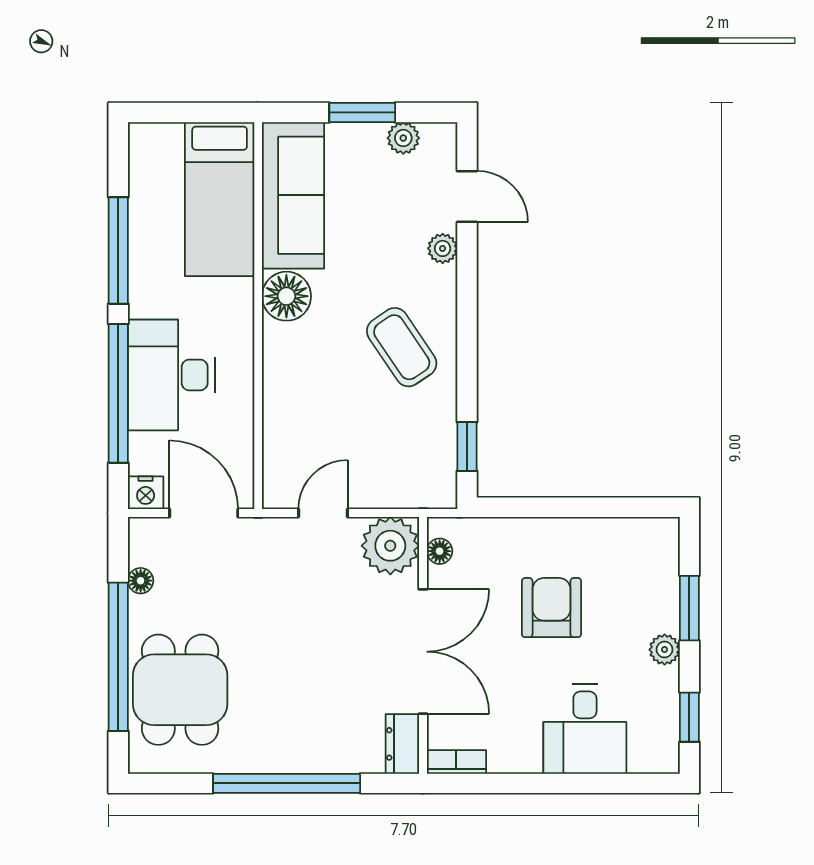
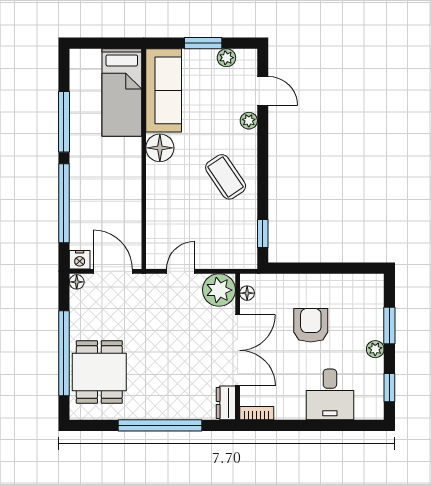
desk: (171, 375) -> (94, 193), removed
floor lamp: (141, 581) -> (77, 282), moved

